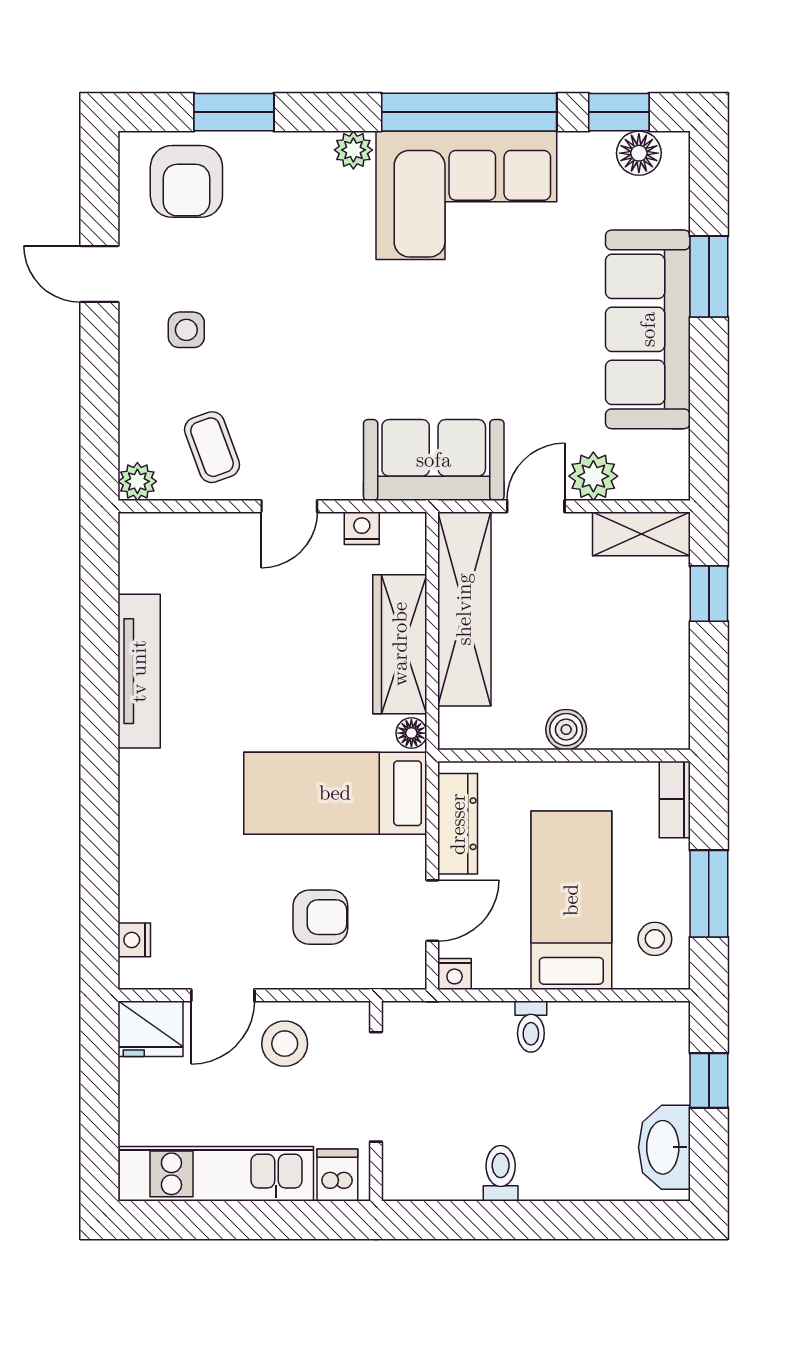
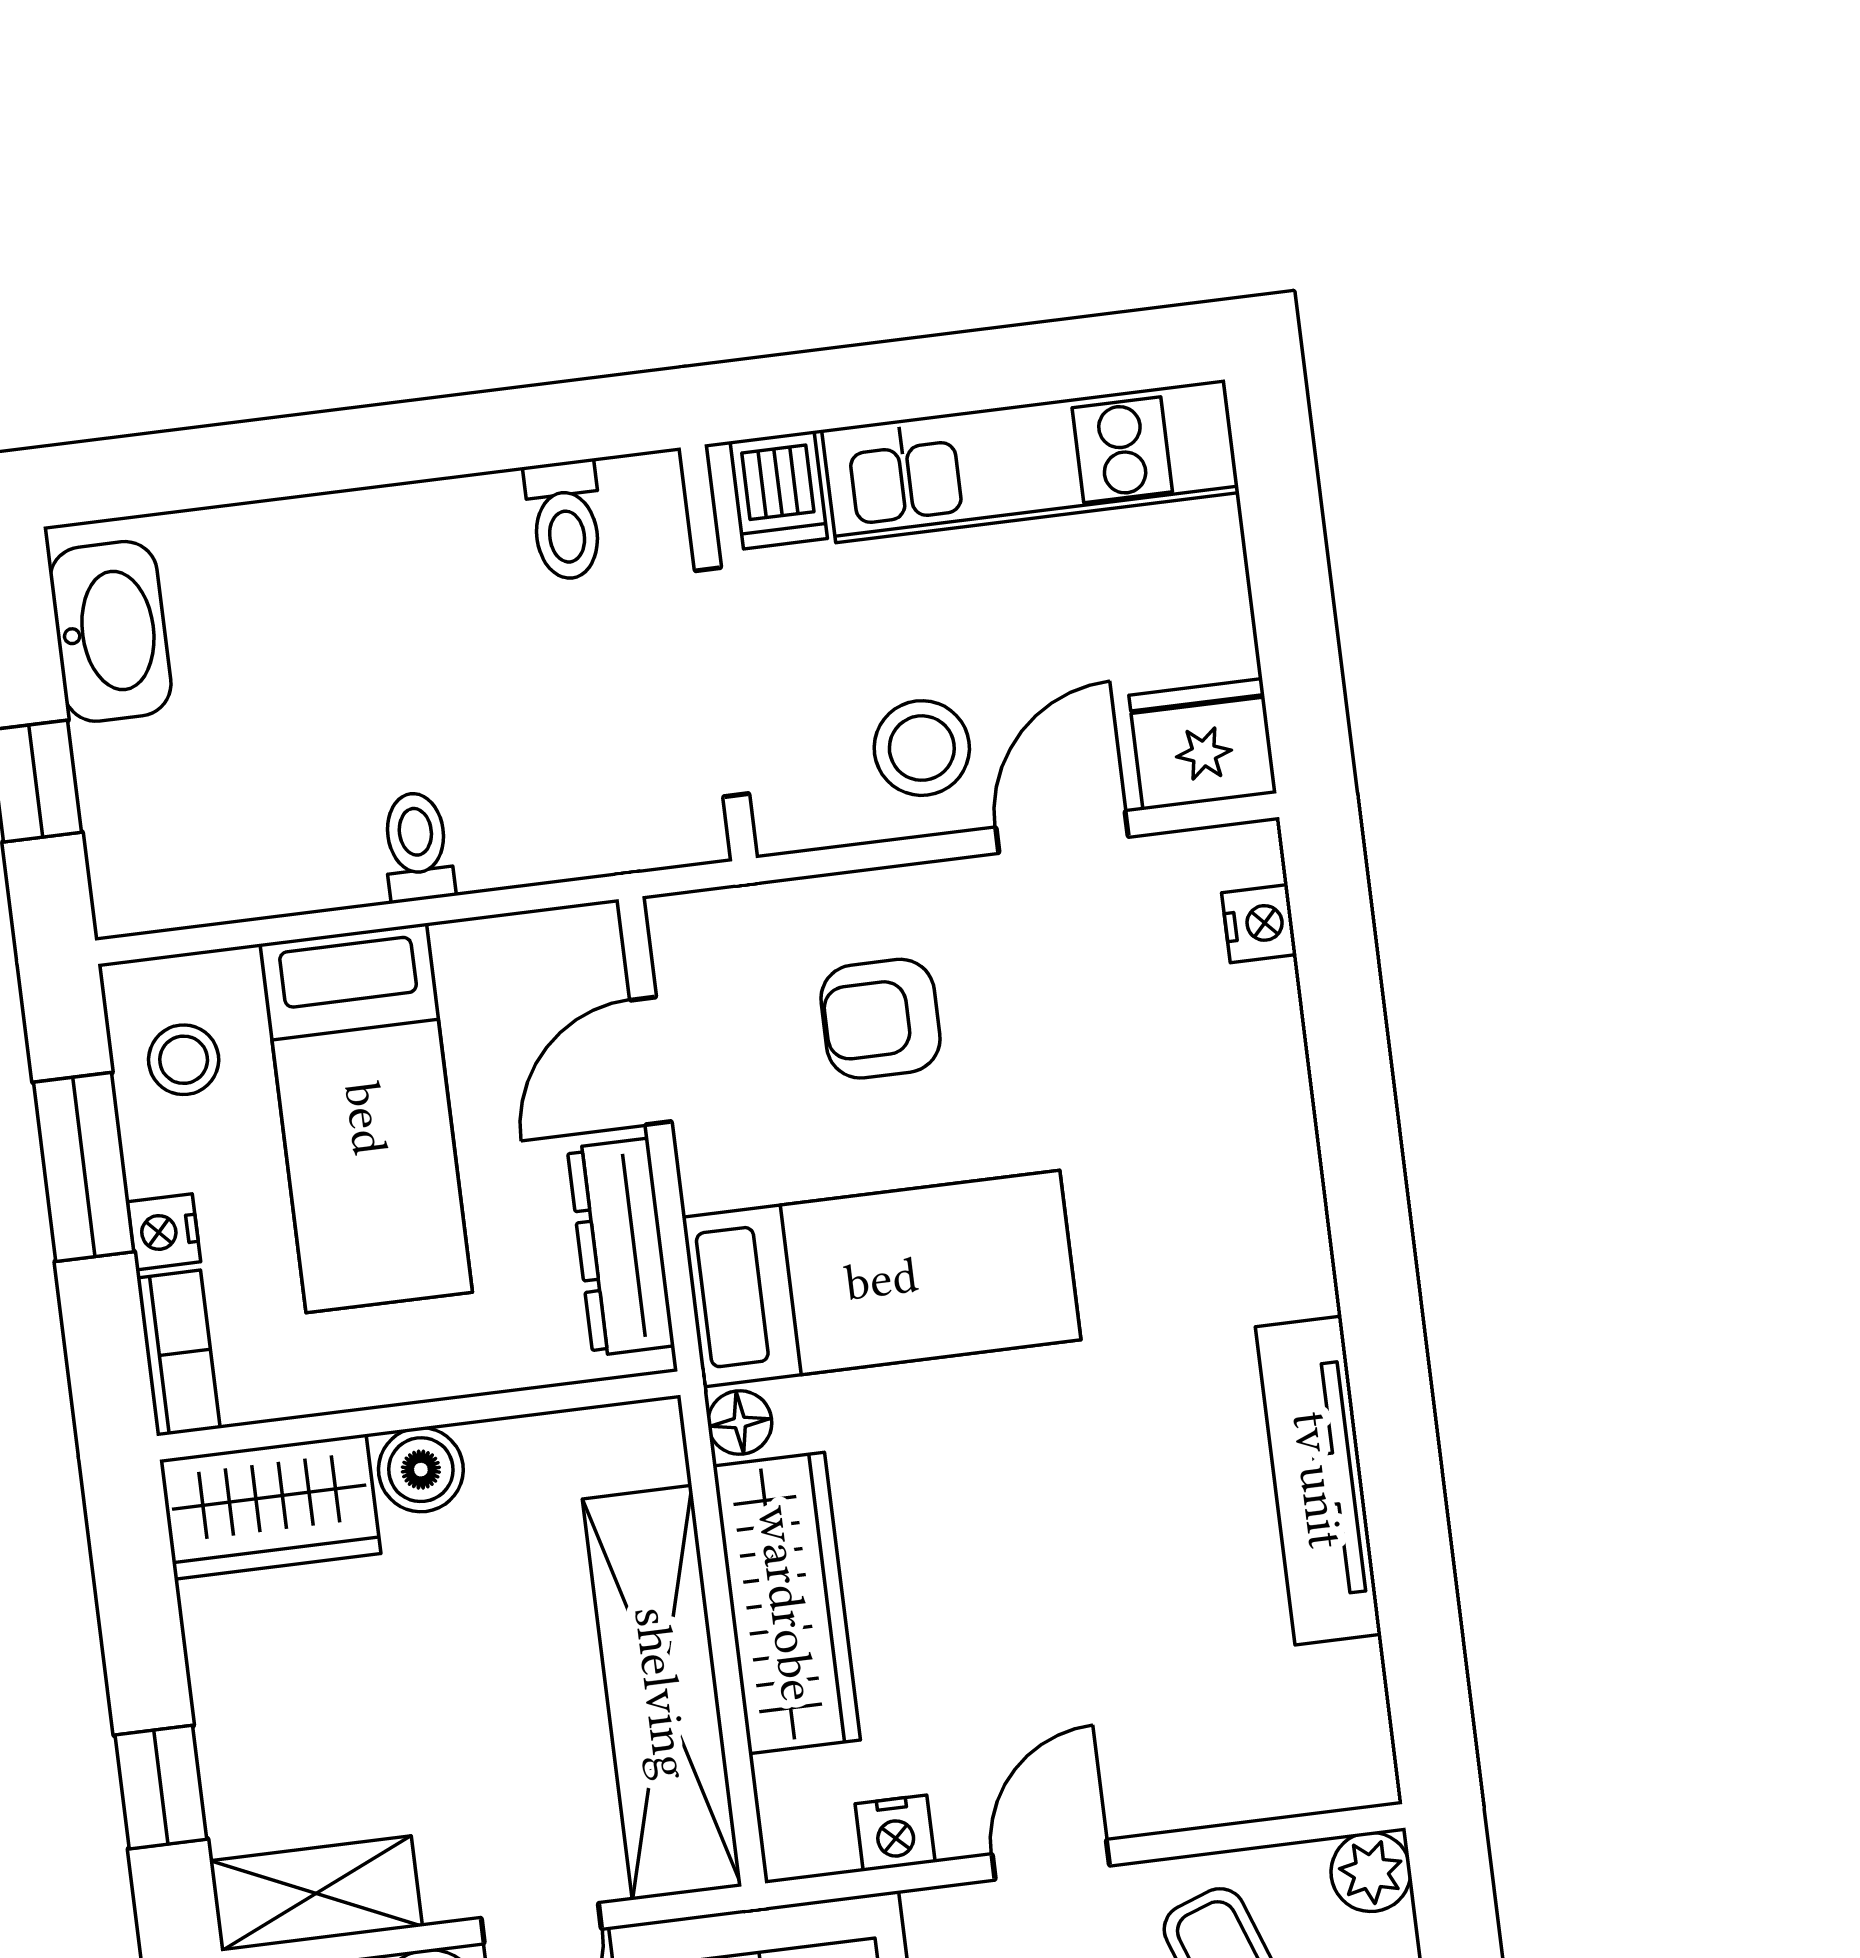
wardrobe: (640, 721) -> (270, 1507), added
nightstand: (455, 974) -> (164, 1232), moved, turned -90
toilet: (501, 1173) -> (565, 520), moved

